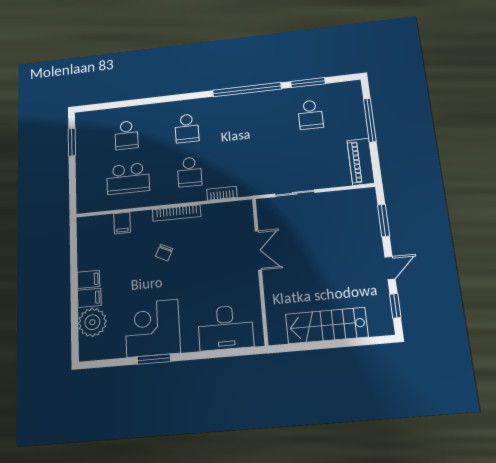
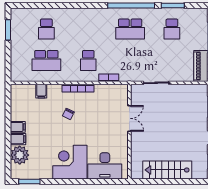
school desk: (187, 128) -> (130, 29), moved, width x1.85
corner desk: (152, 328) -> (70, 162), moved
window: (154, 359) -> (29, 182), moved

